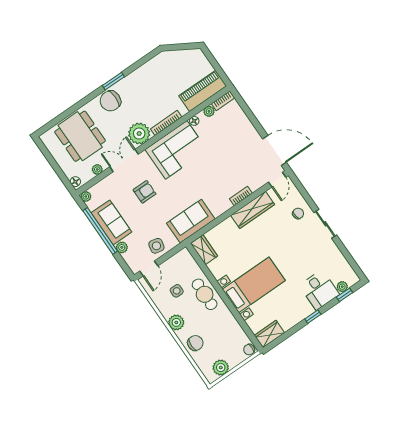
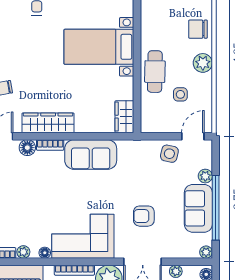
floor lamp: (255, 184) -> (27, 148), added
sofa: (191, 221) -> (91, 155), moved

